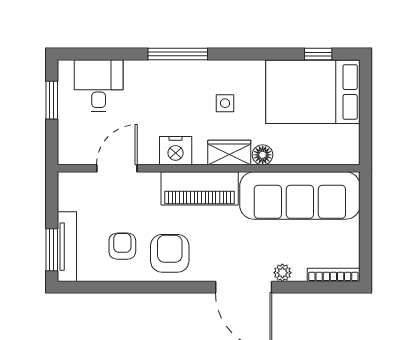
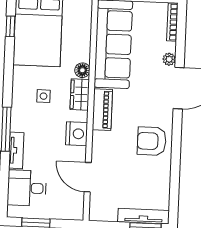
tv unit: (149, 69) -> (16, 150), added
piano: (200, 188) -> (102, 110), width x0.73, depth x0.75
armchair: (122, 246) -> (145, 176), removed

